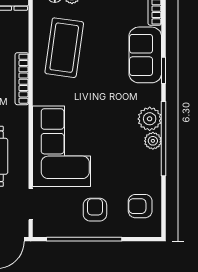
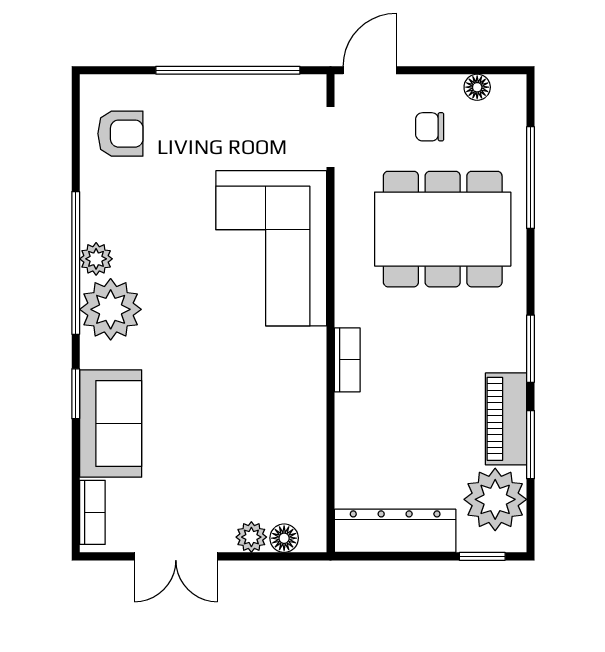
coffee table: (64, 48) -> (266, 437), removed
bookcase: (22, 79) -> (347, 360), width x0.64
plant: (150, 119) -> (111, 309), width x1.36, depth x1.36
armchair: (95, 210) -> (207, 127), removed

